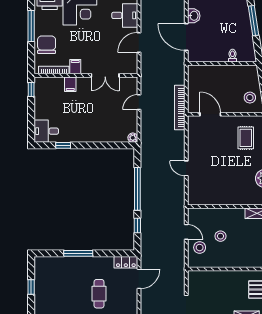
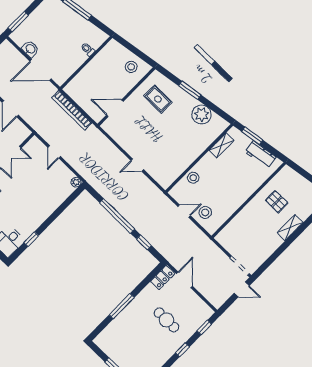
bookcase: (180, 107) -> (72, 110), moved
stool: (220, 236) -> (193, 178), moved

